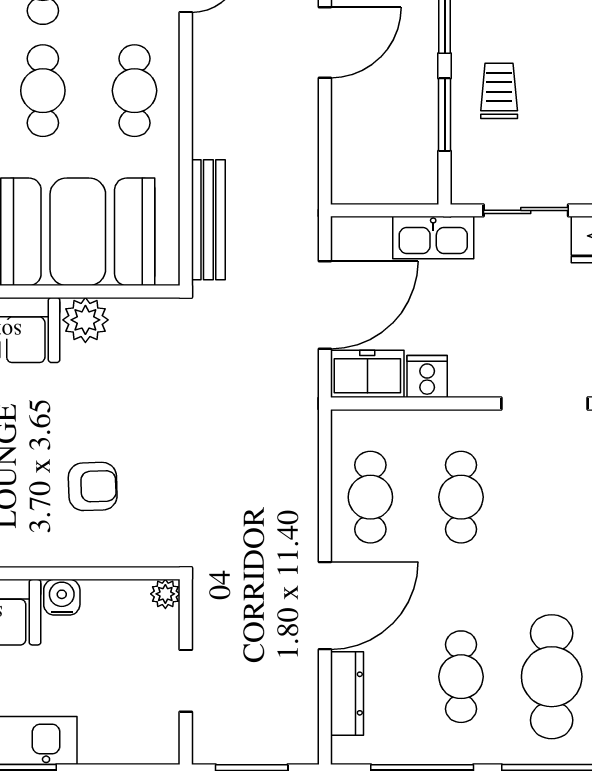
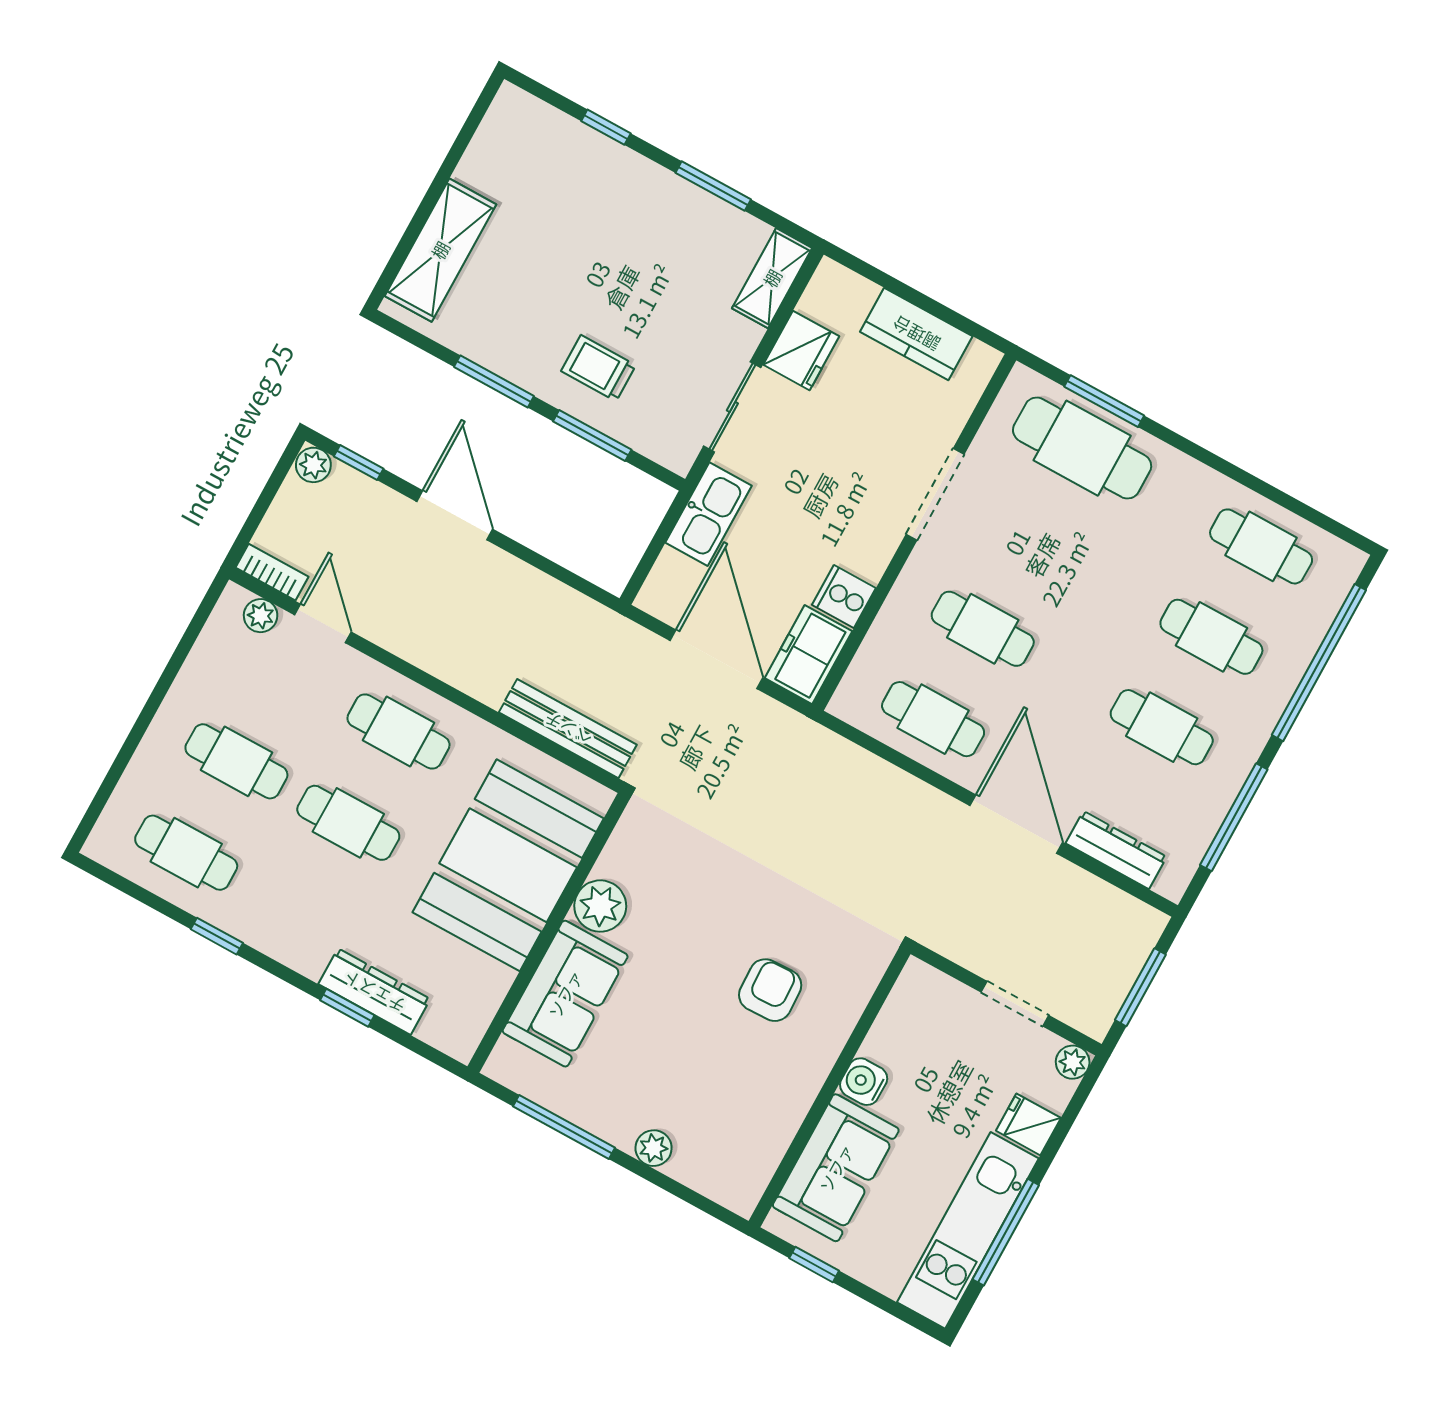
plant: (165, 594) -> (1073, 1062), moved
cafe table: (552, 677) -> (1211, 637), width x0.73, depth x0.74
fridge: (99, 742) -> (1028, 1124), added

